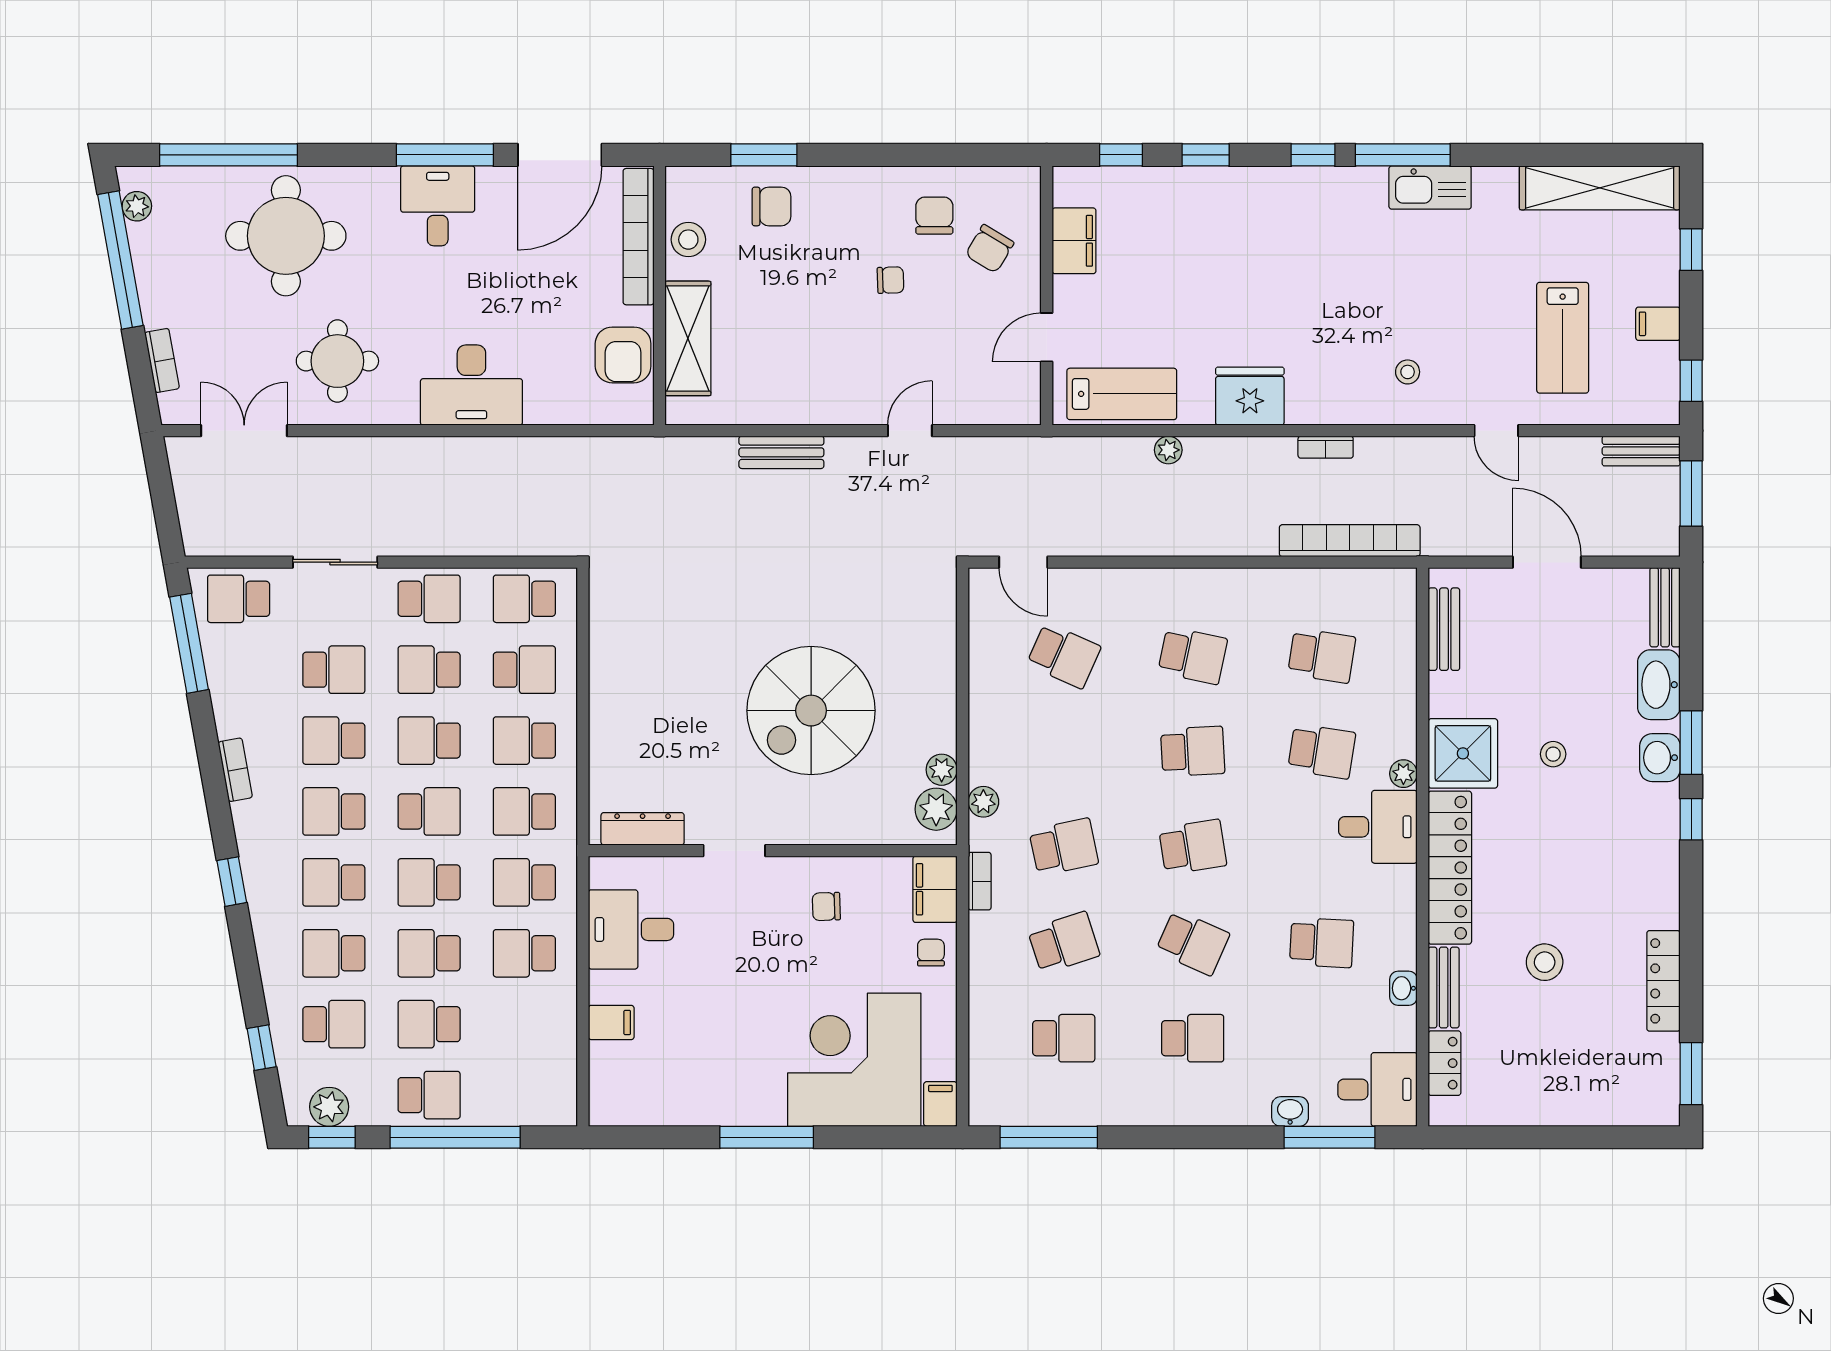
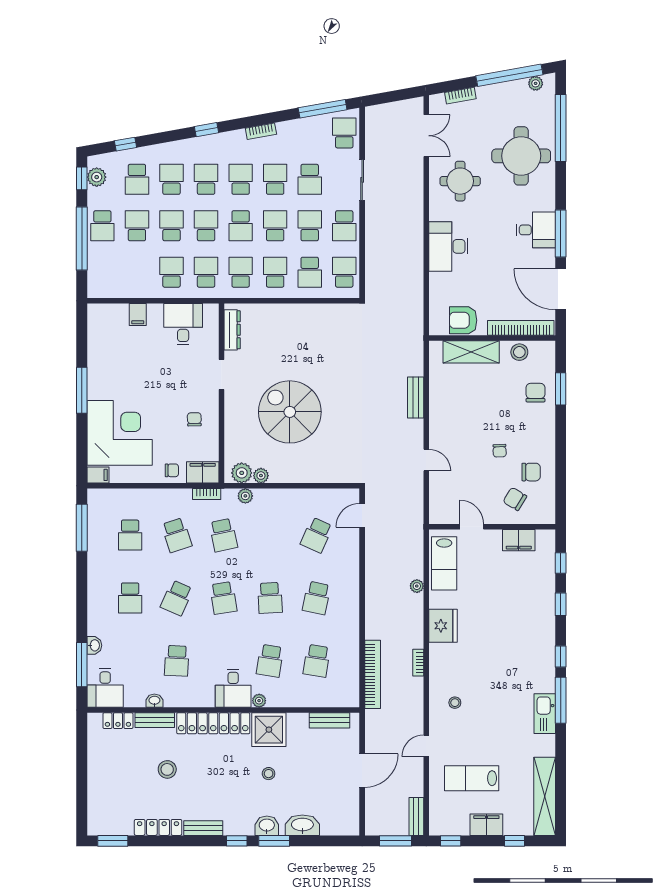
chair: (772, 206) -> (535, 393), turned 180
filing cabinet: (1658, 324) -> (486, 825), width x2.00
bench: (1665, 607) -> (203, 828), moved

